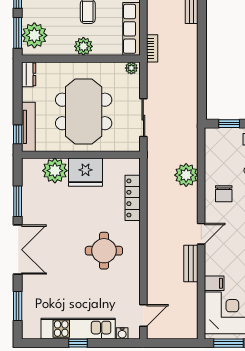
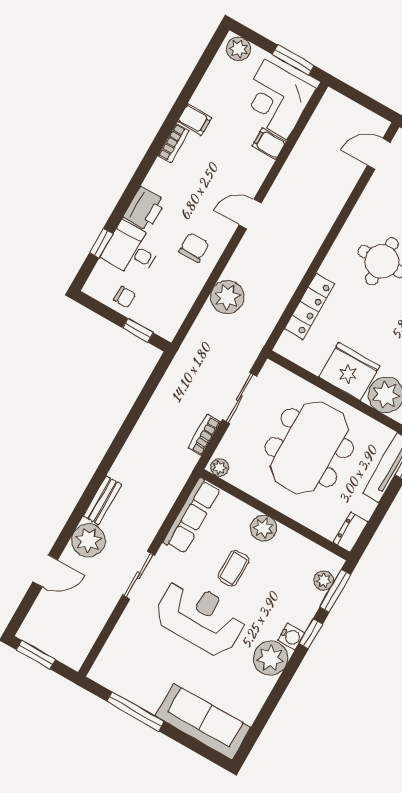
plant: (34, 35) -> (324, 580), width x0.53, depth x0.53
bookcase: (152, 48) -> (204, 435), moved
bench: (191, 264) -> (284, 185), removed

